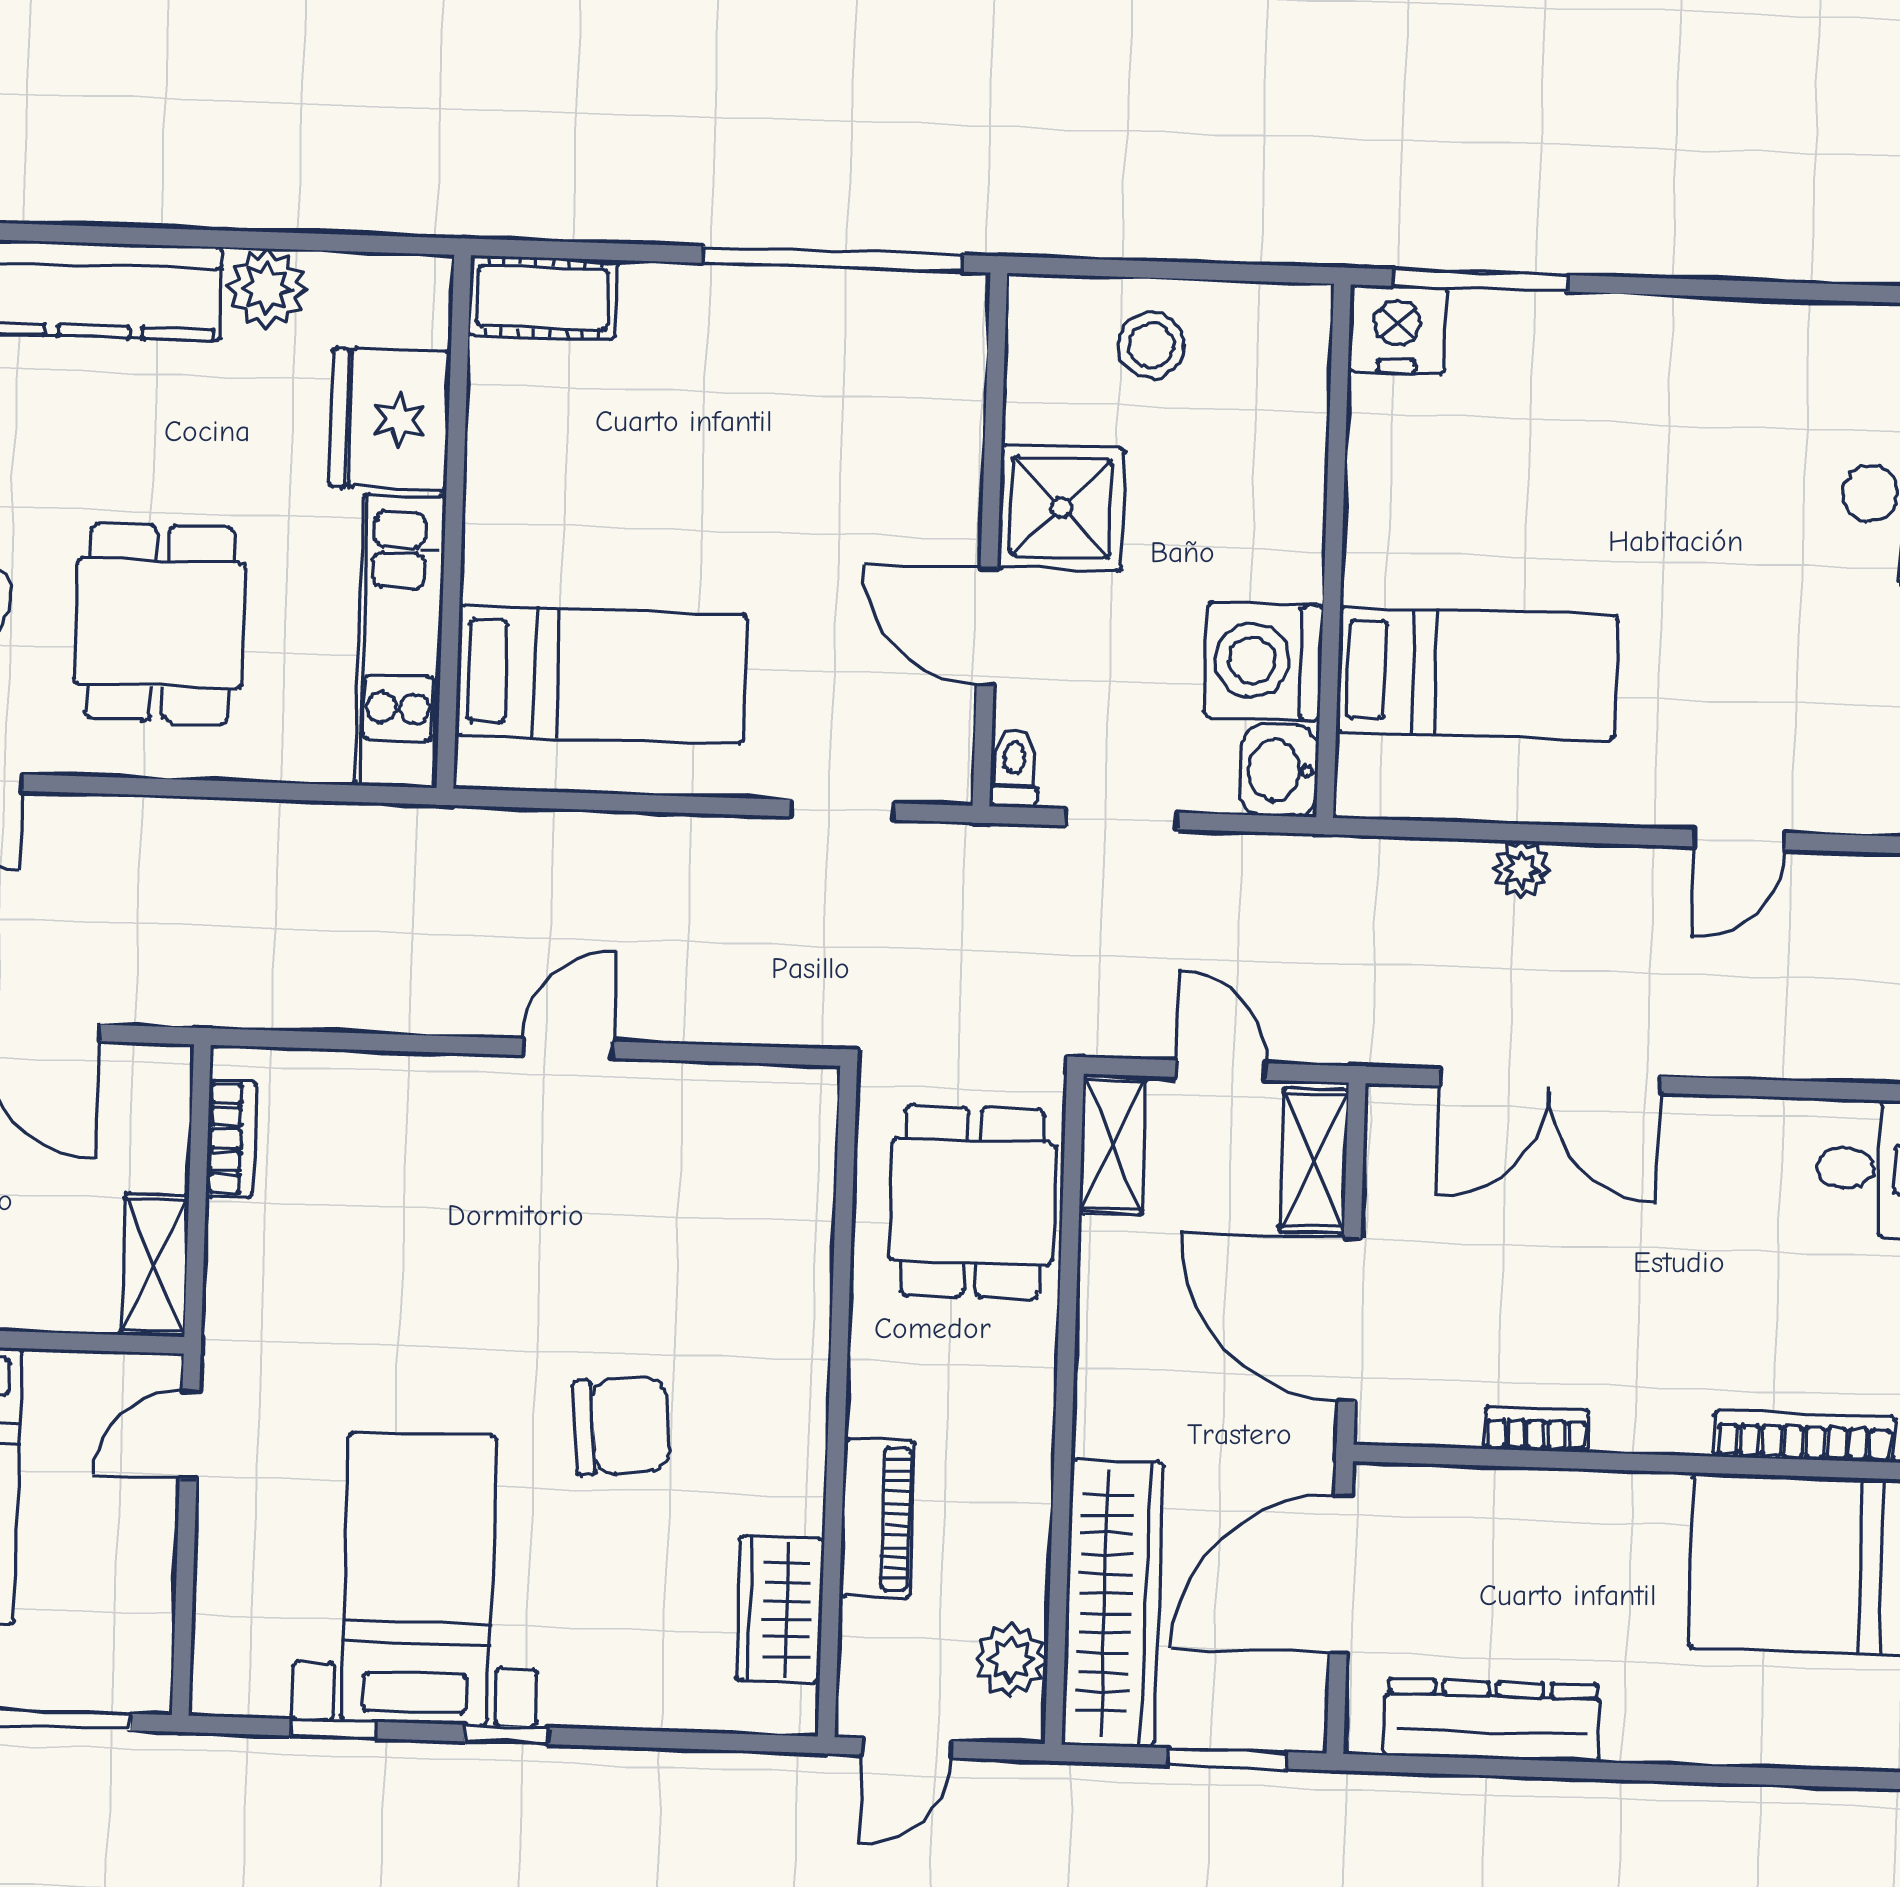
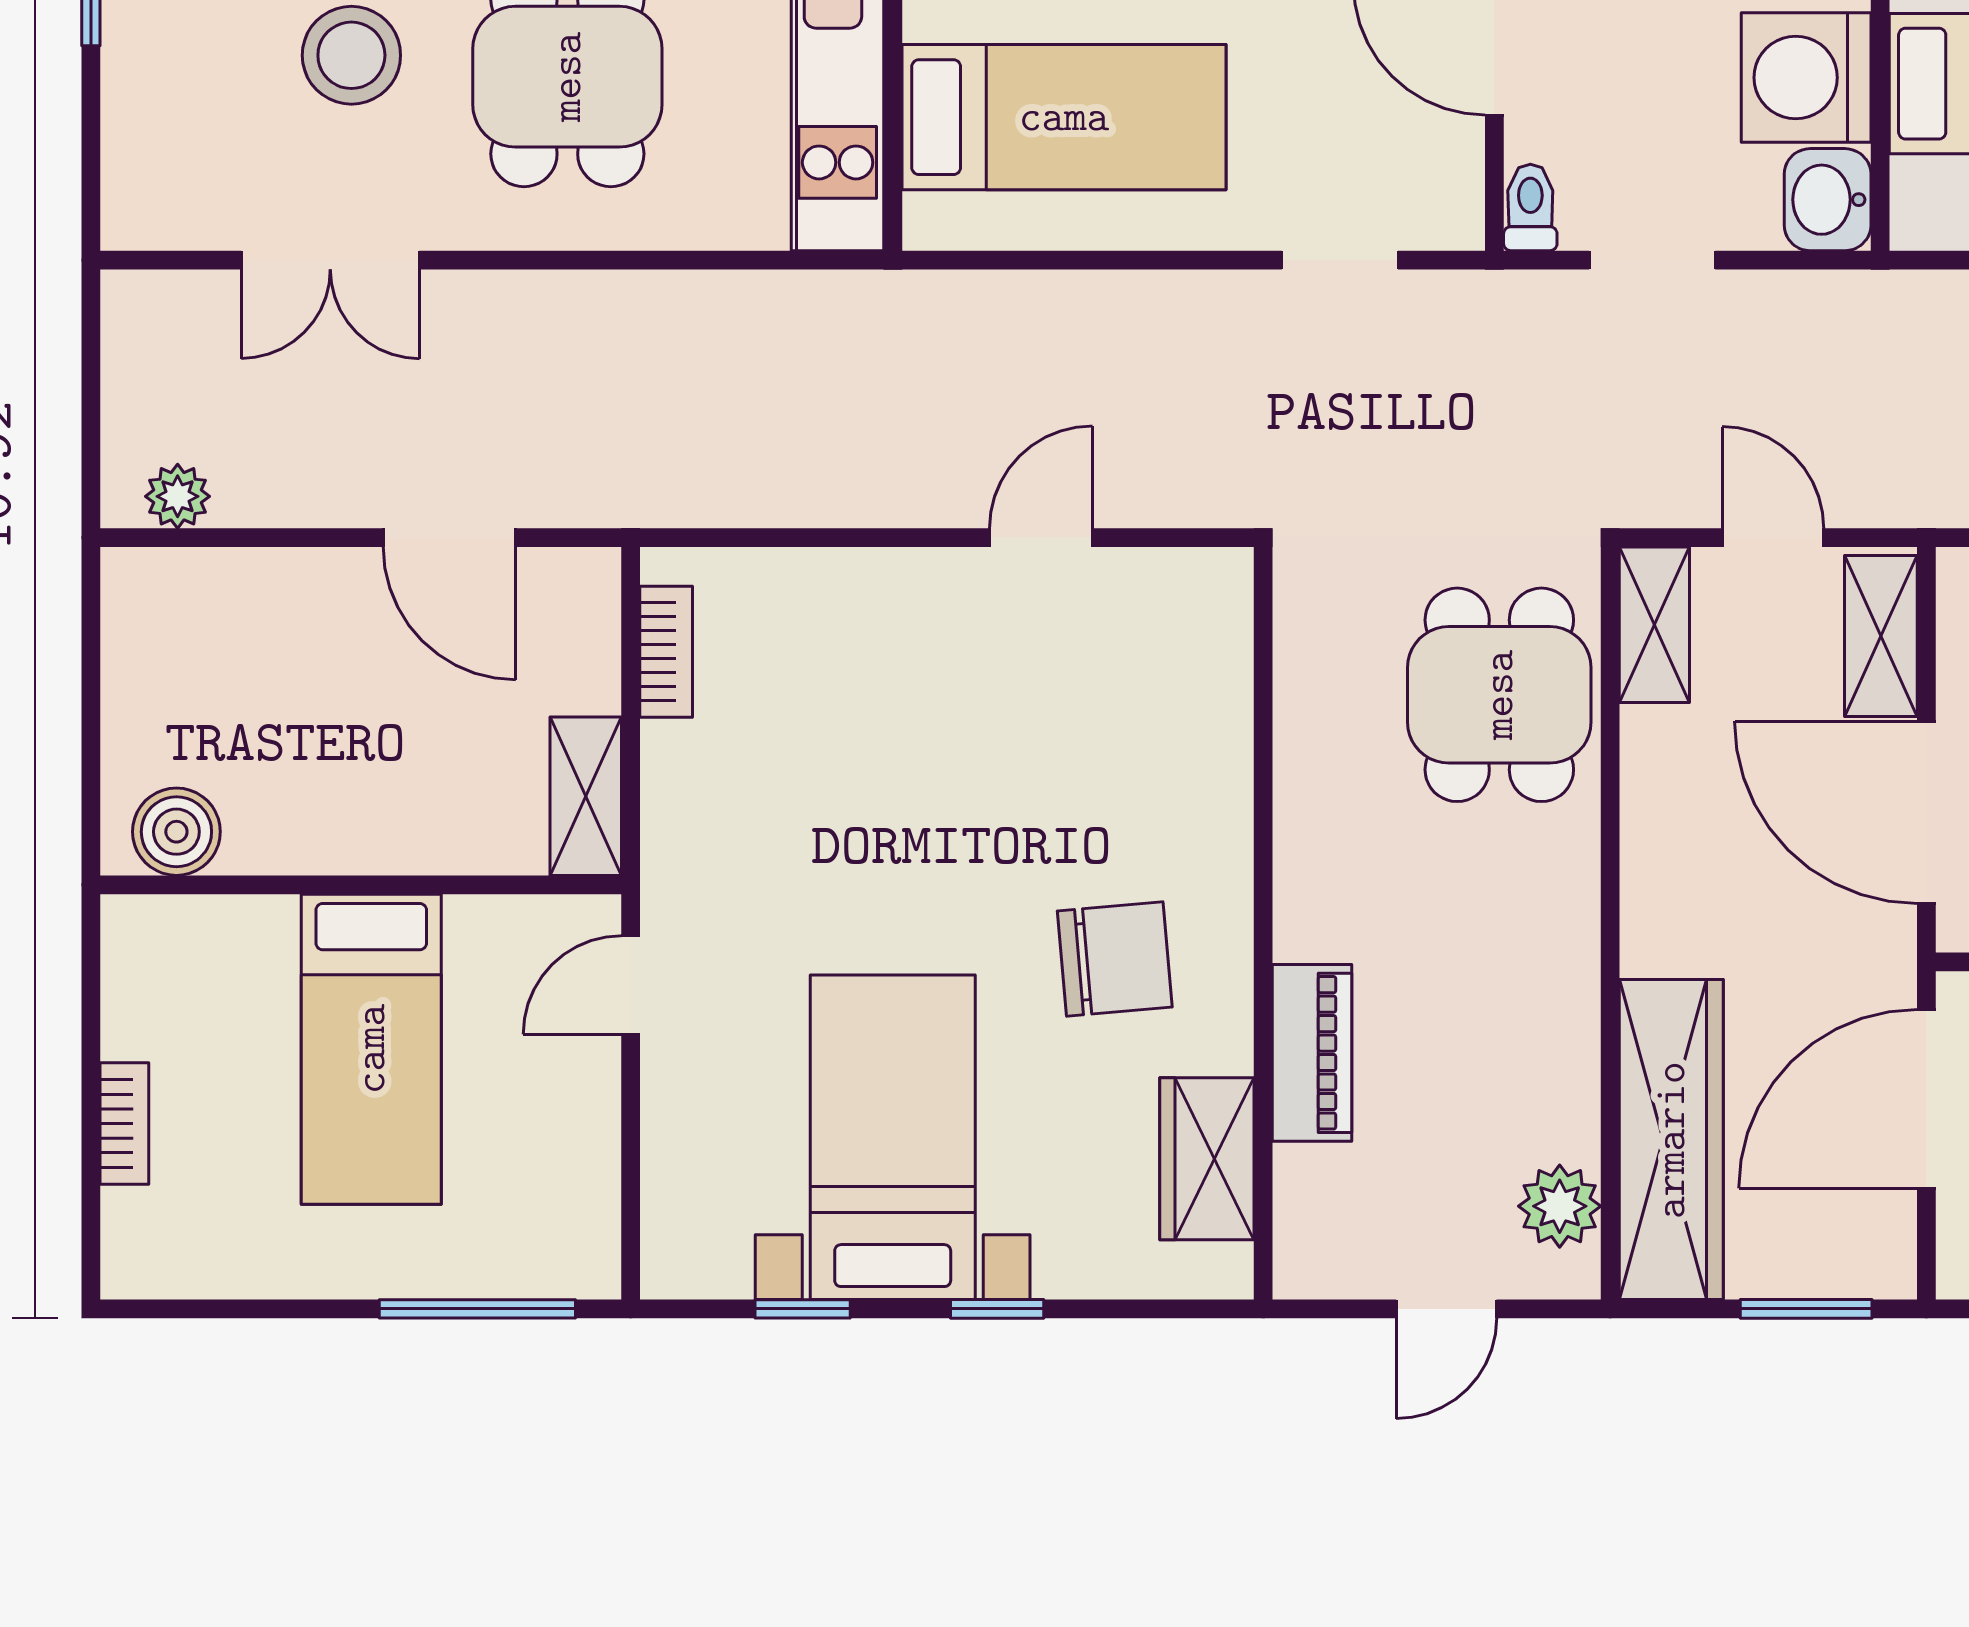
wall: (837, 1401) -> (1263, 923), moved
piano: (877, 1518) -> (1312, 1053), moved
wardrobe: (780, 1610) -> (1207, 1159), moved

